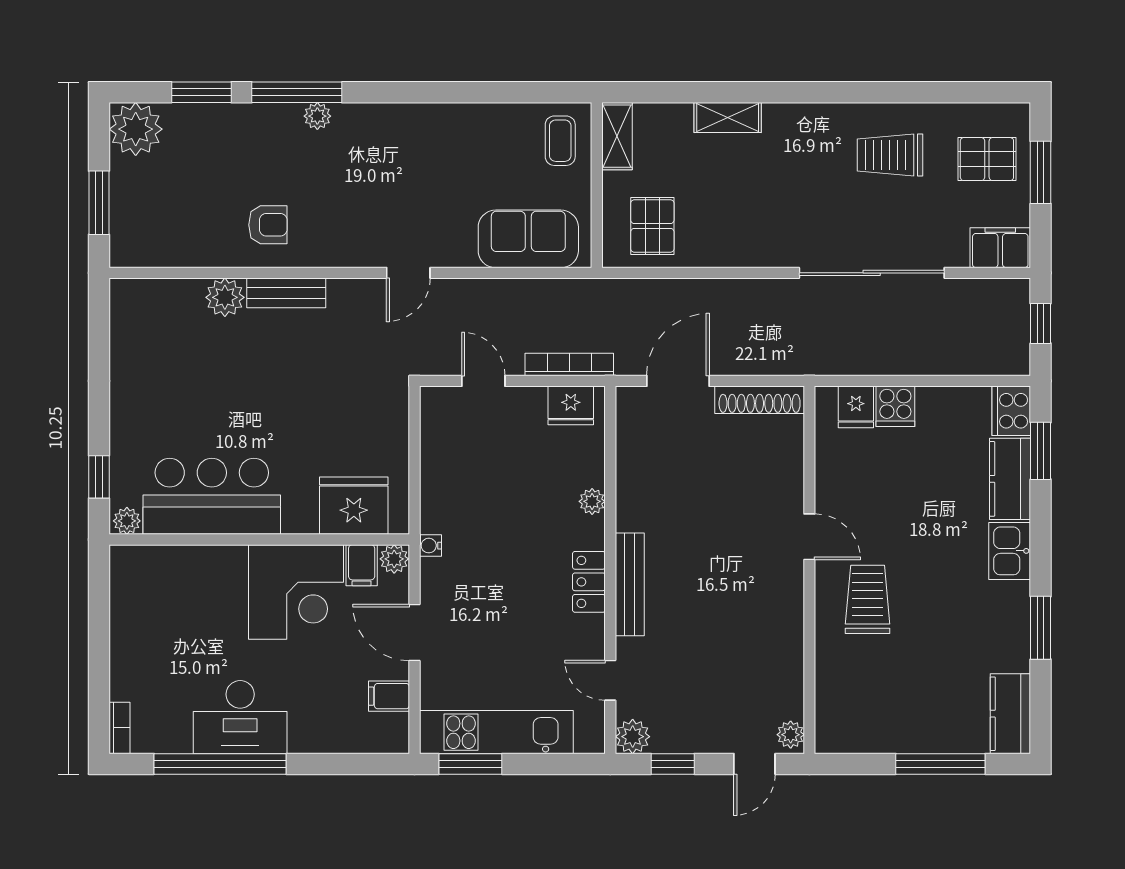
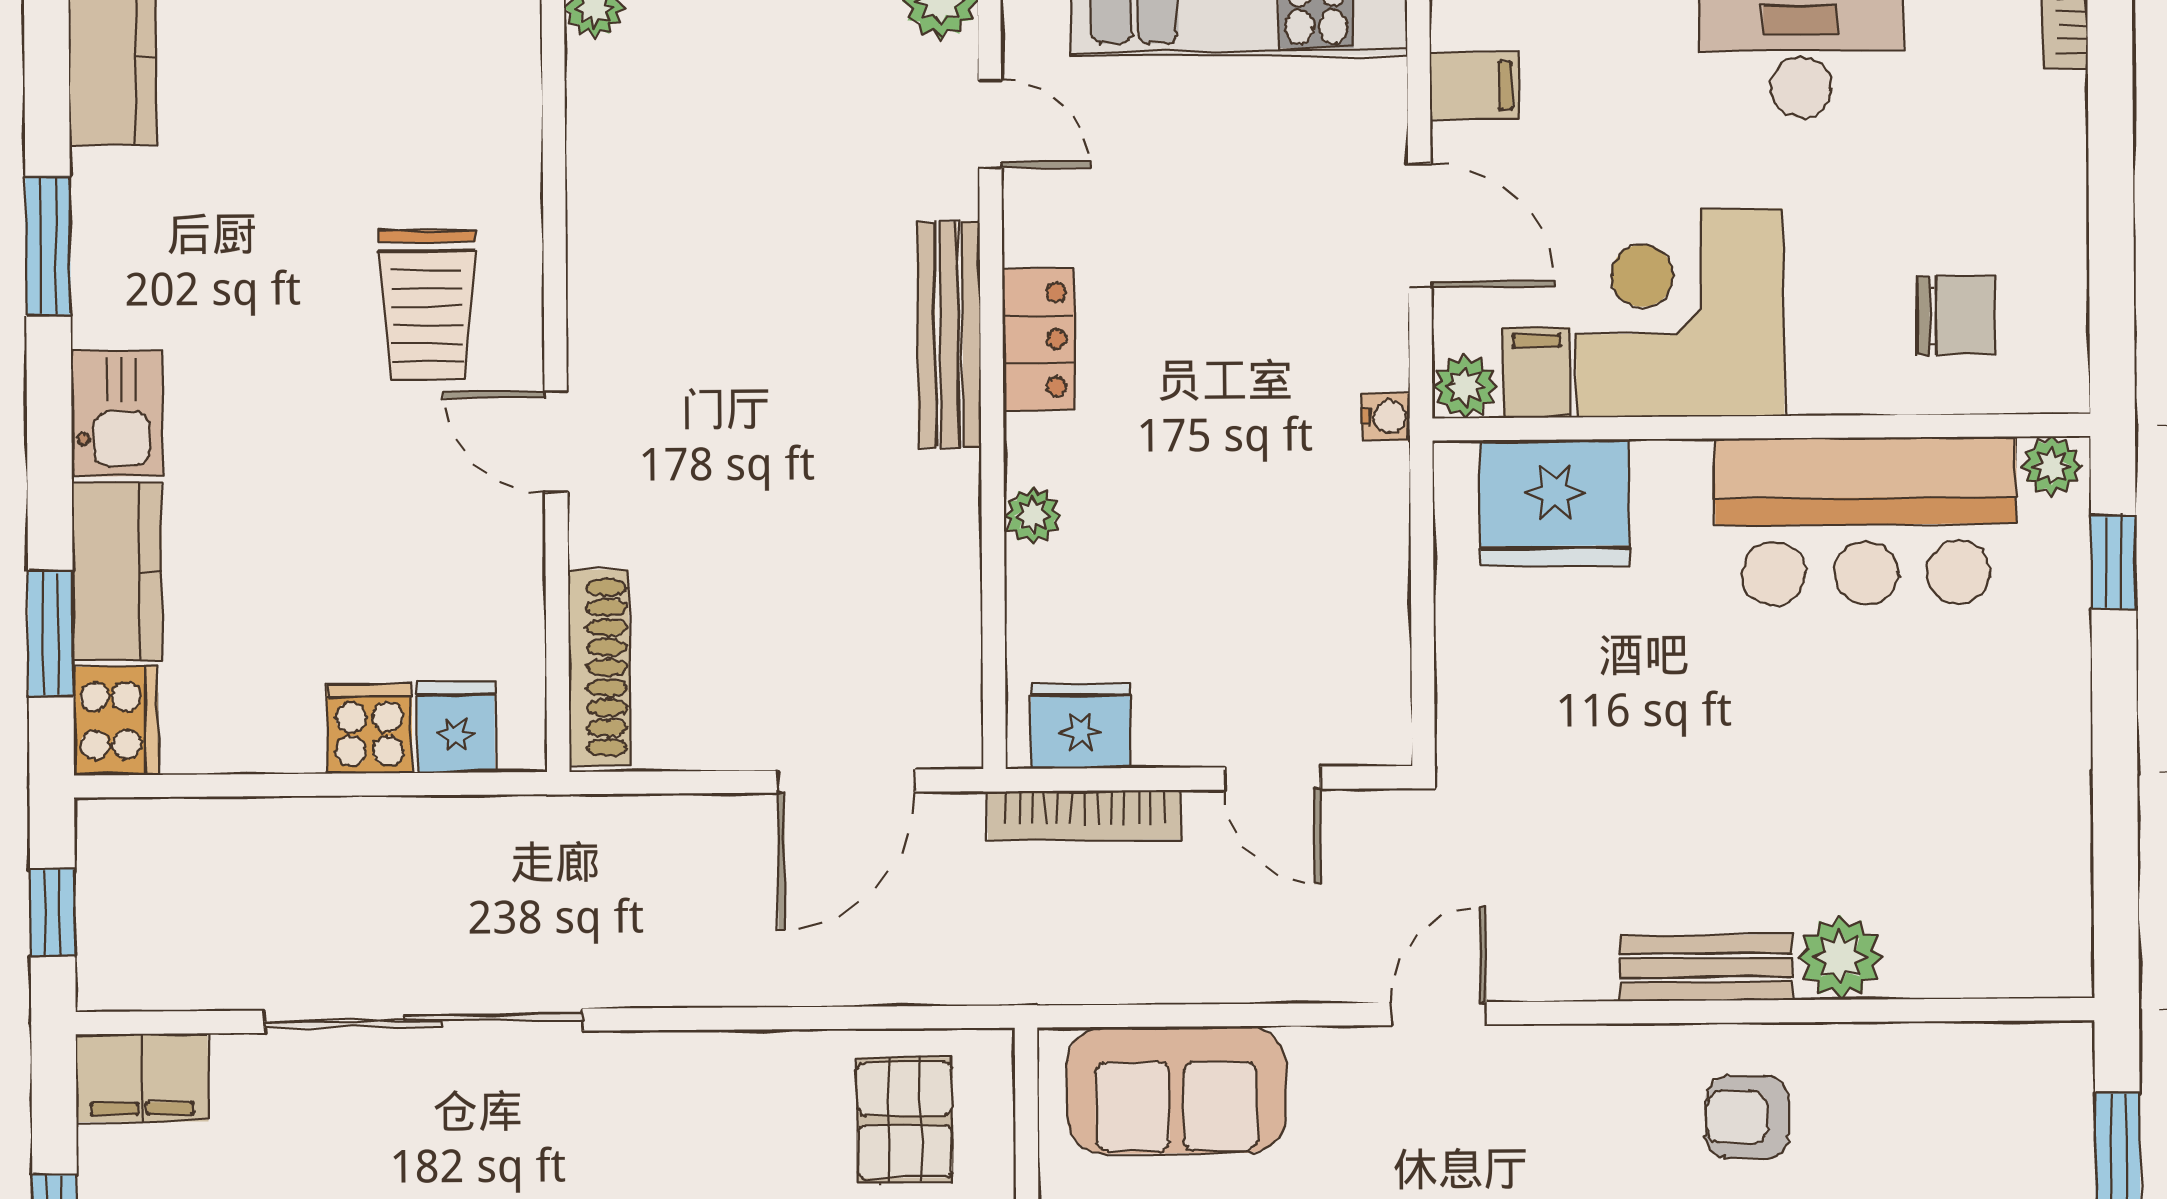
shoe rack: (760, 400) -> (599, 668), moved, turned 90
chair: (170, 590) -> (1956, 316), added

